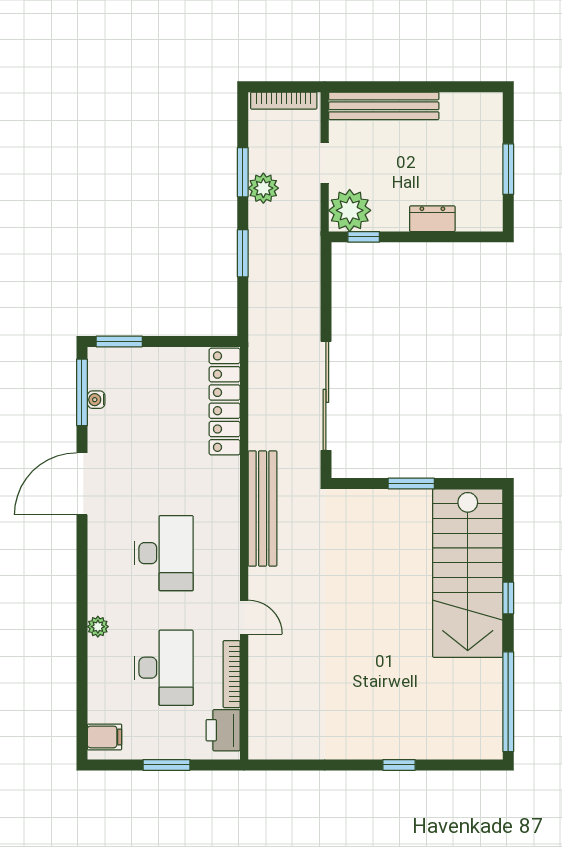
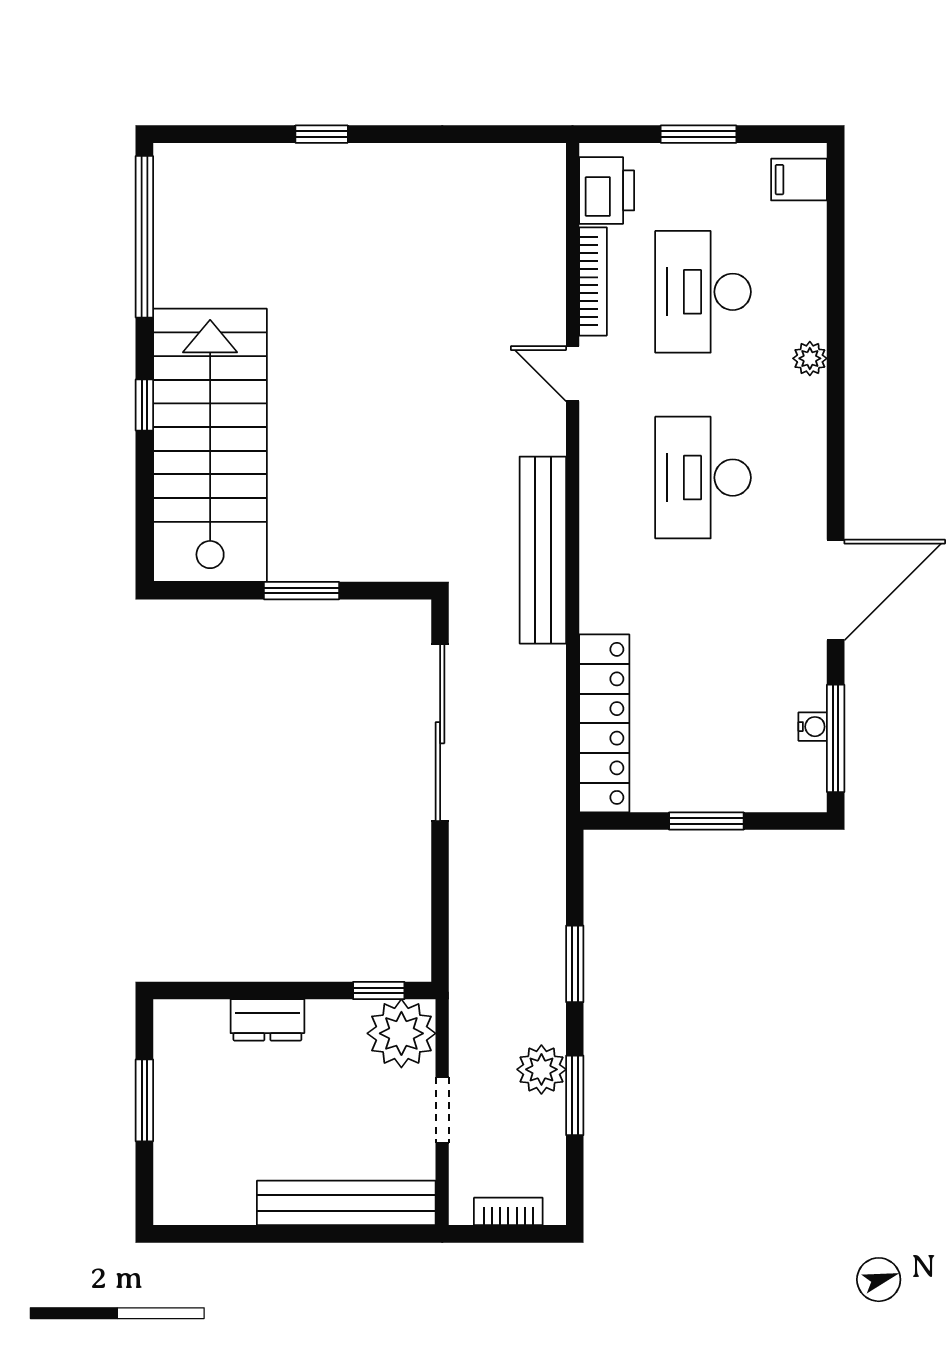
bookcase: (284, 101) -> (508, 1211), width x0.64
window: (119, 341) -> (706, 821), moved

